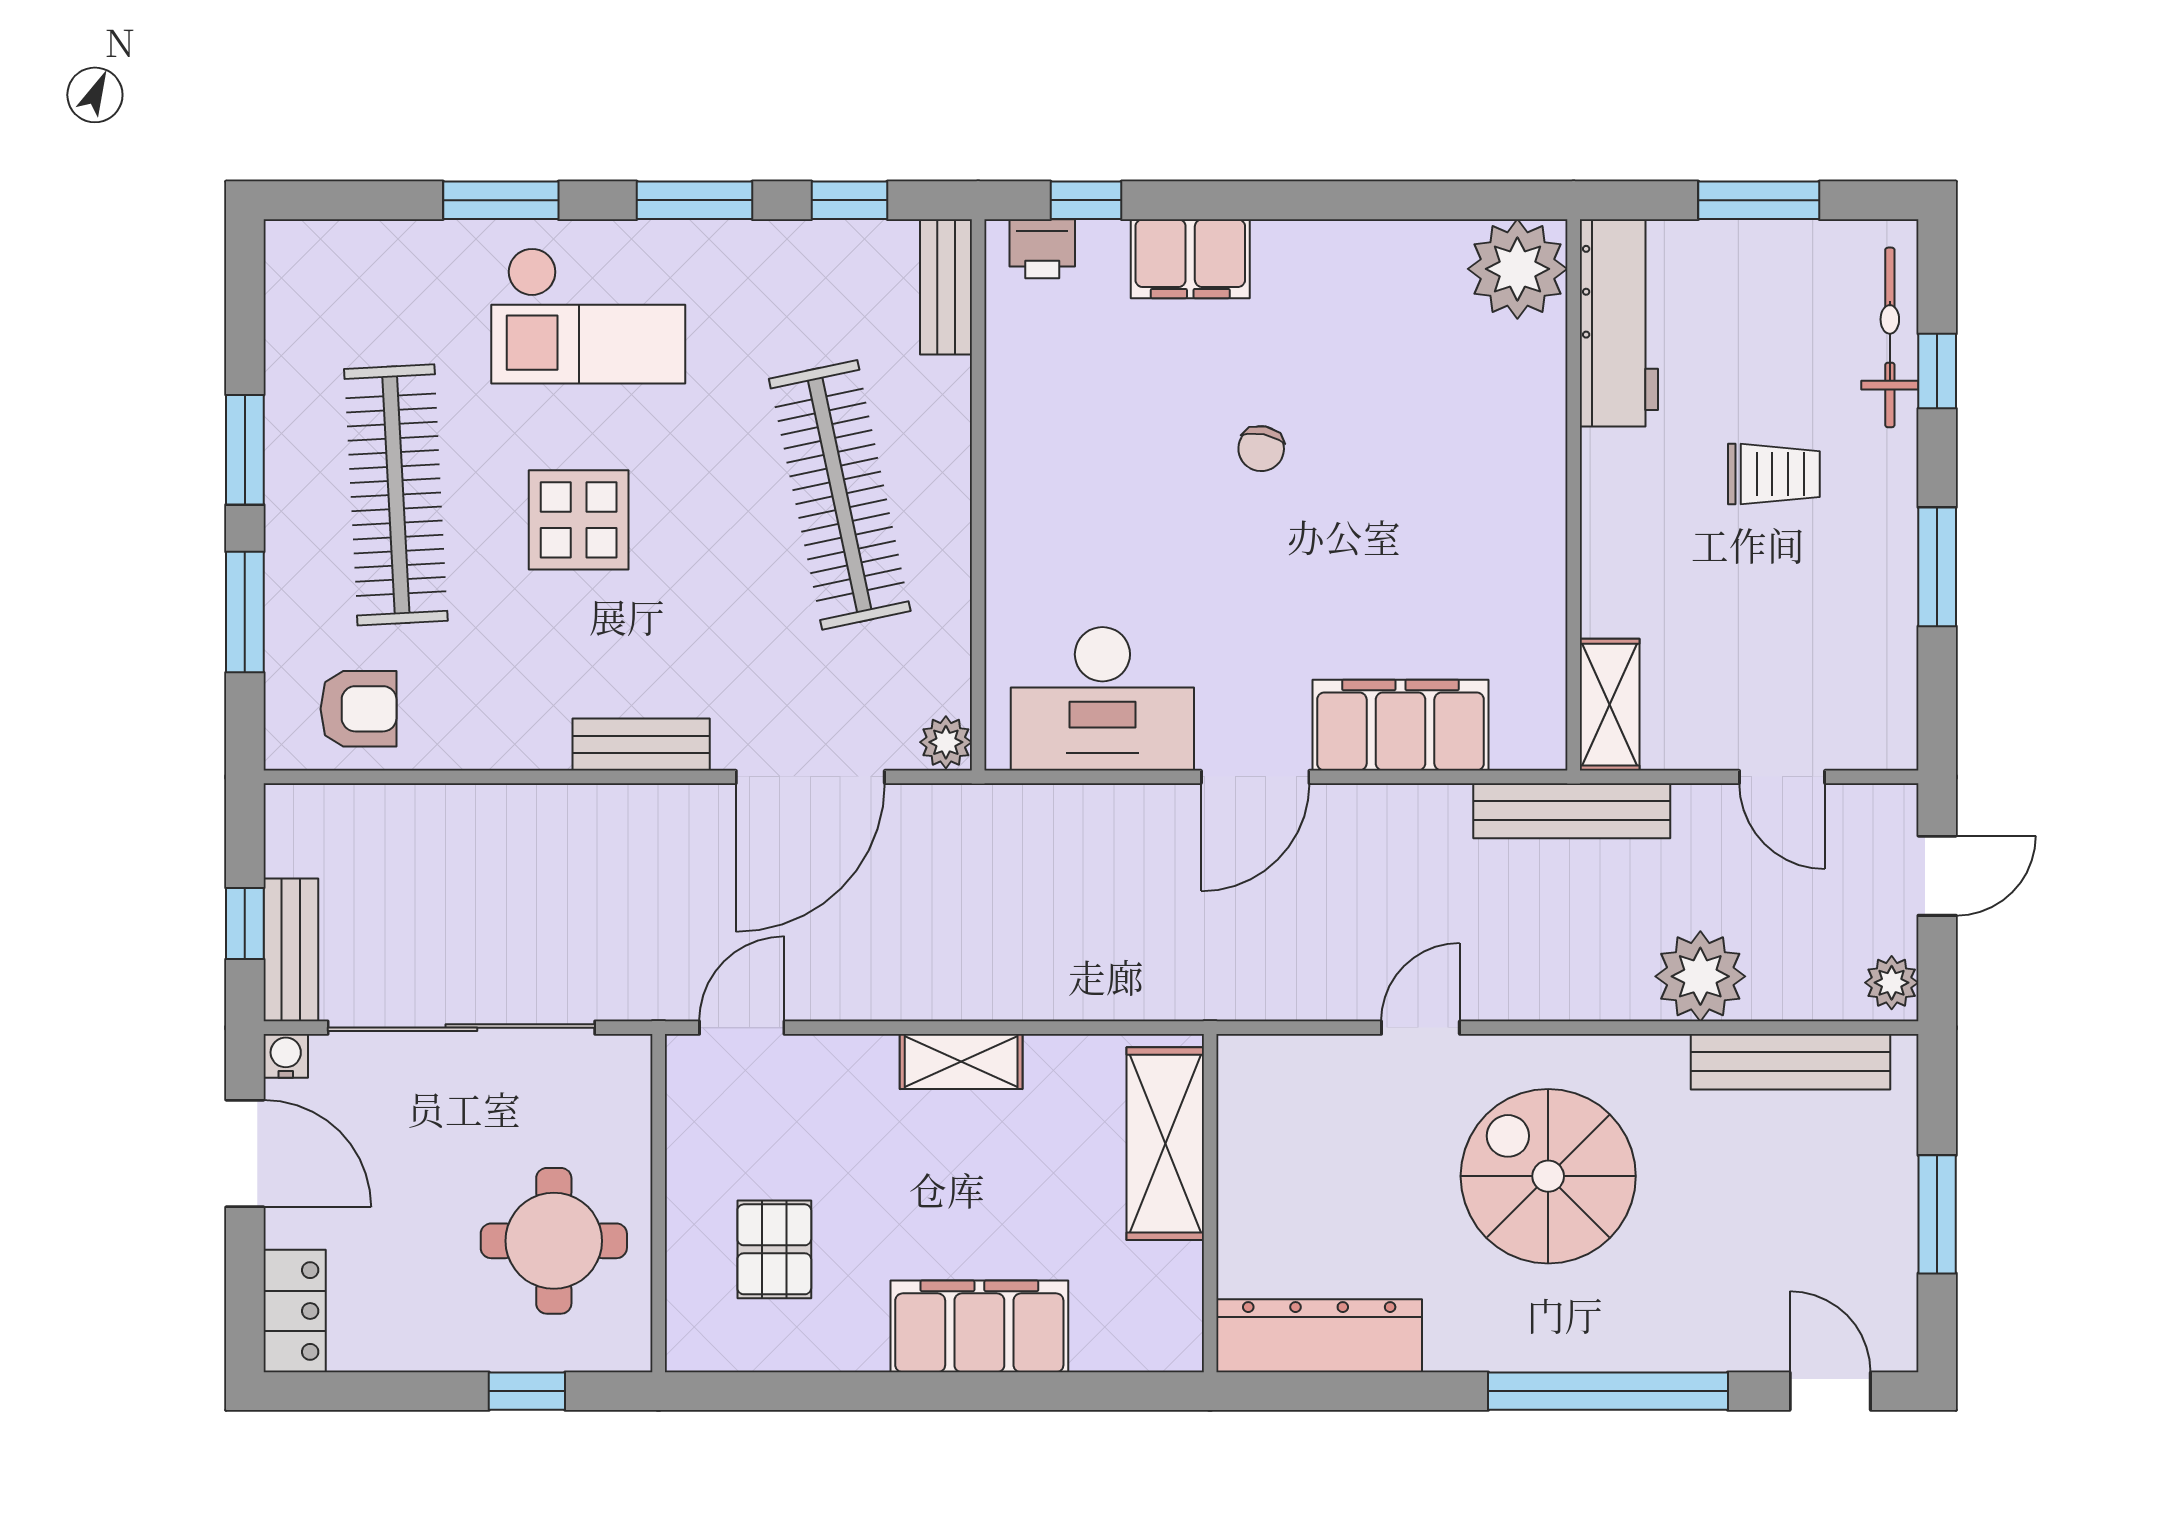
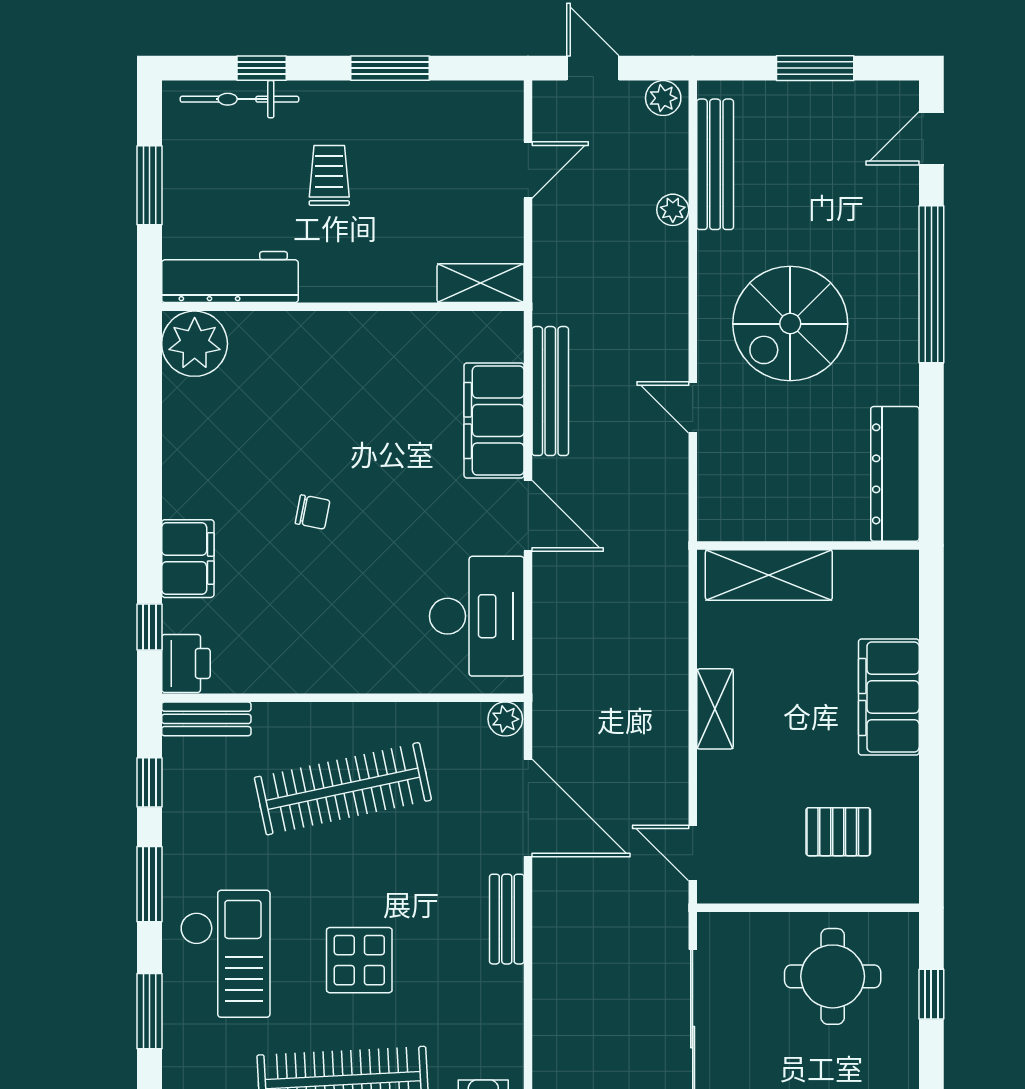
printer: (1042, 249) -> (186, 663), width x1.36, depth x1.24
bench: (1572, 811) -> (550, 391), moved
plant: (1700, 976) -> (673, 210), width x0.53, depth x0.53

